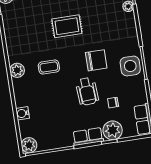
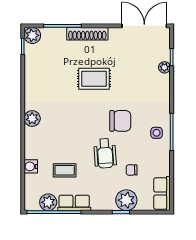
side table: (130, 66) -> (157, 133), width x0.54, depth x0.54
coffee table: (49, 67) -> (65, 170), moved
row of seats: (88, 137) -> (74, 203), moved
plant: (29, 145) -> (48, 202), moved

